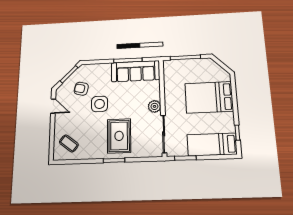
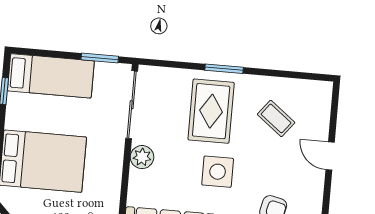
side table: (100, 104) -> (218, 172), moved
door: (53, 106) -> (330, 156), moved
coffee table: (69, 143) -> (276, 118), moved

